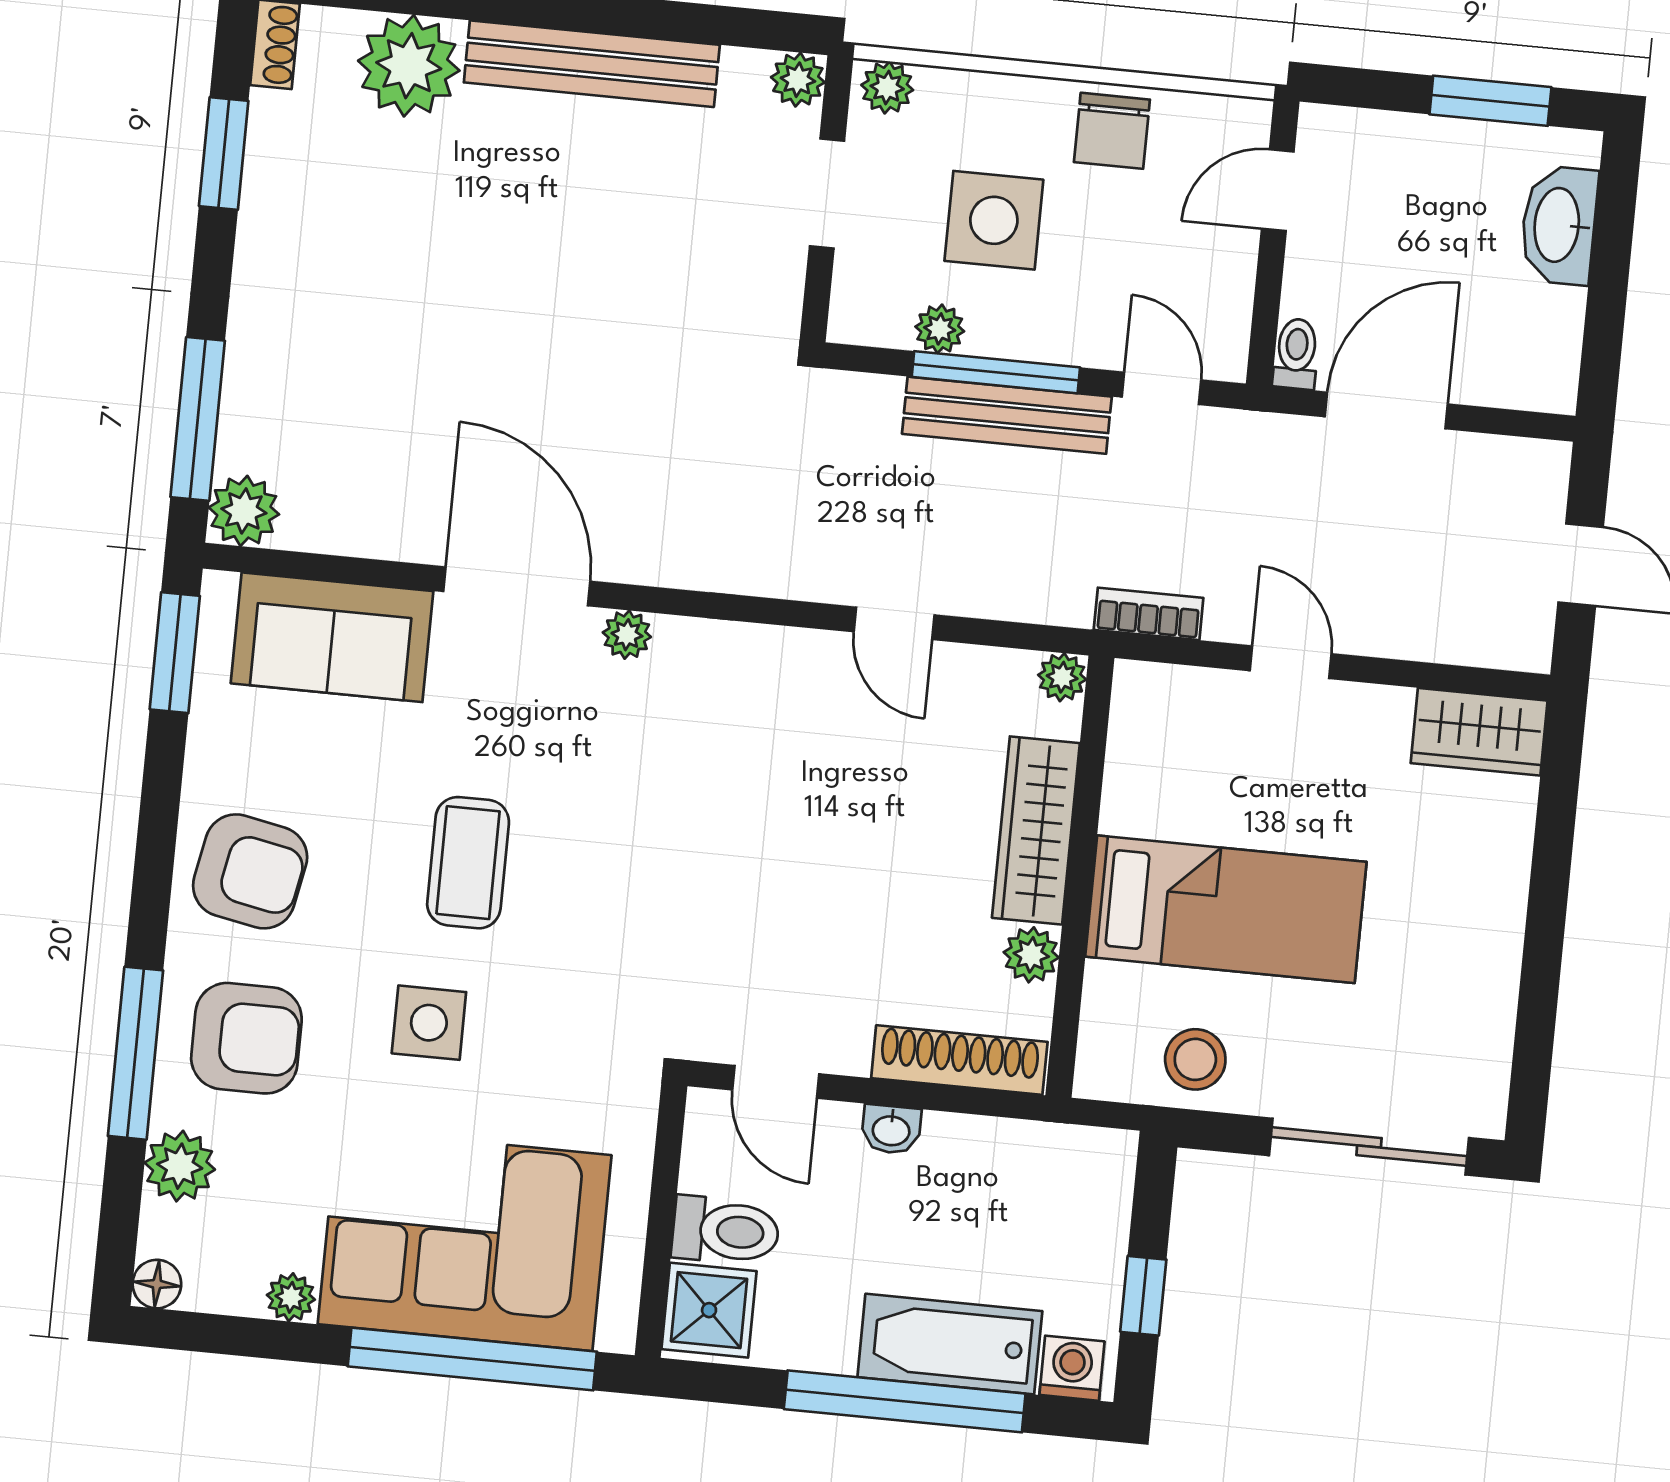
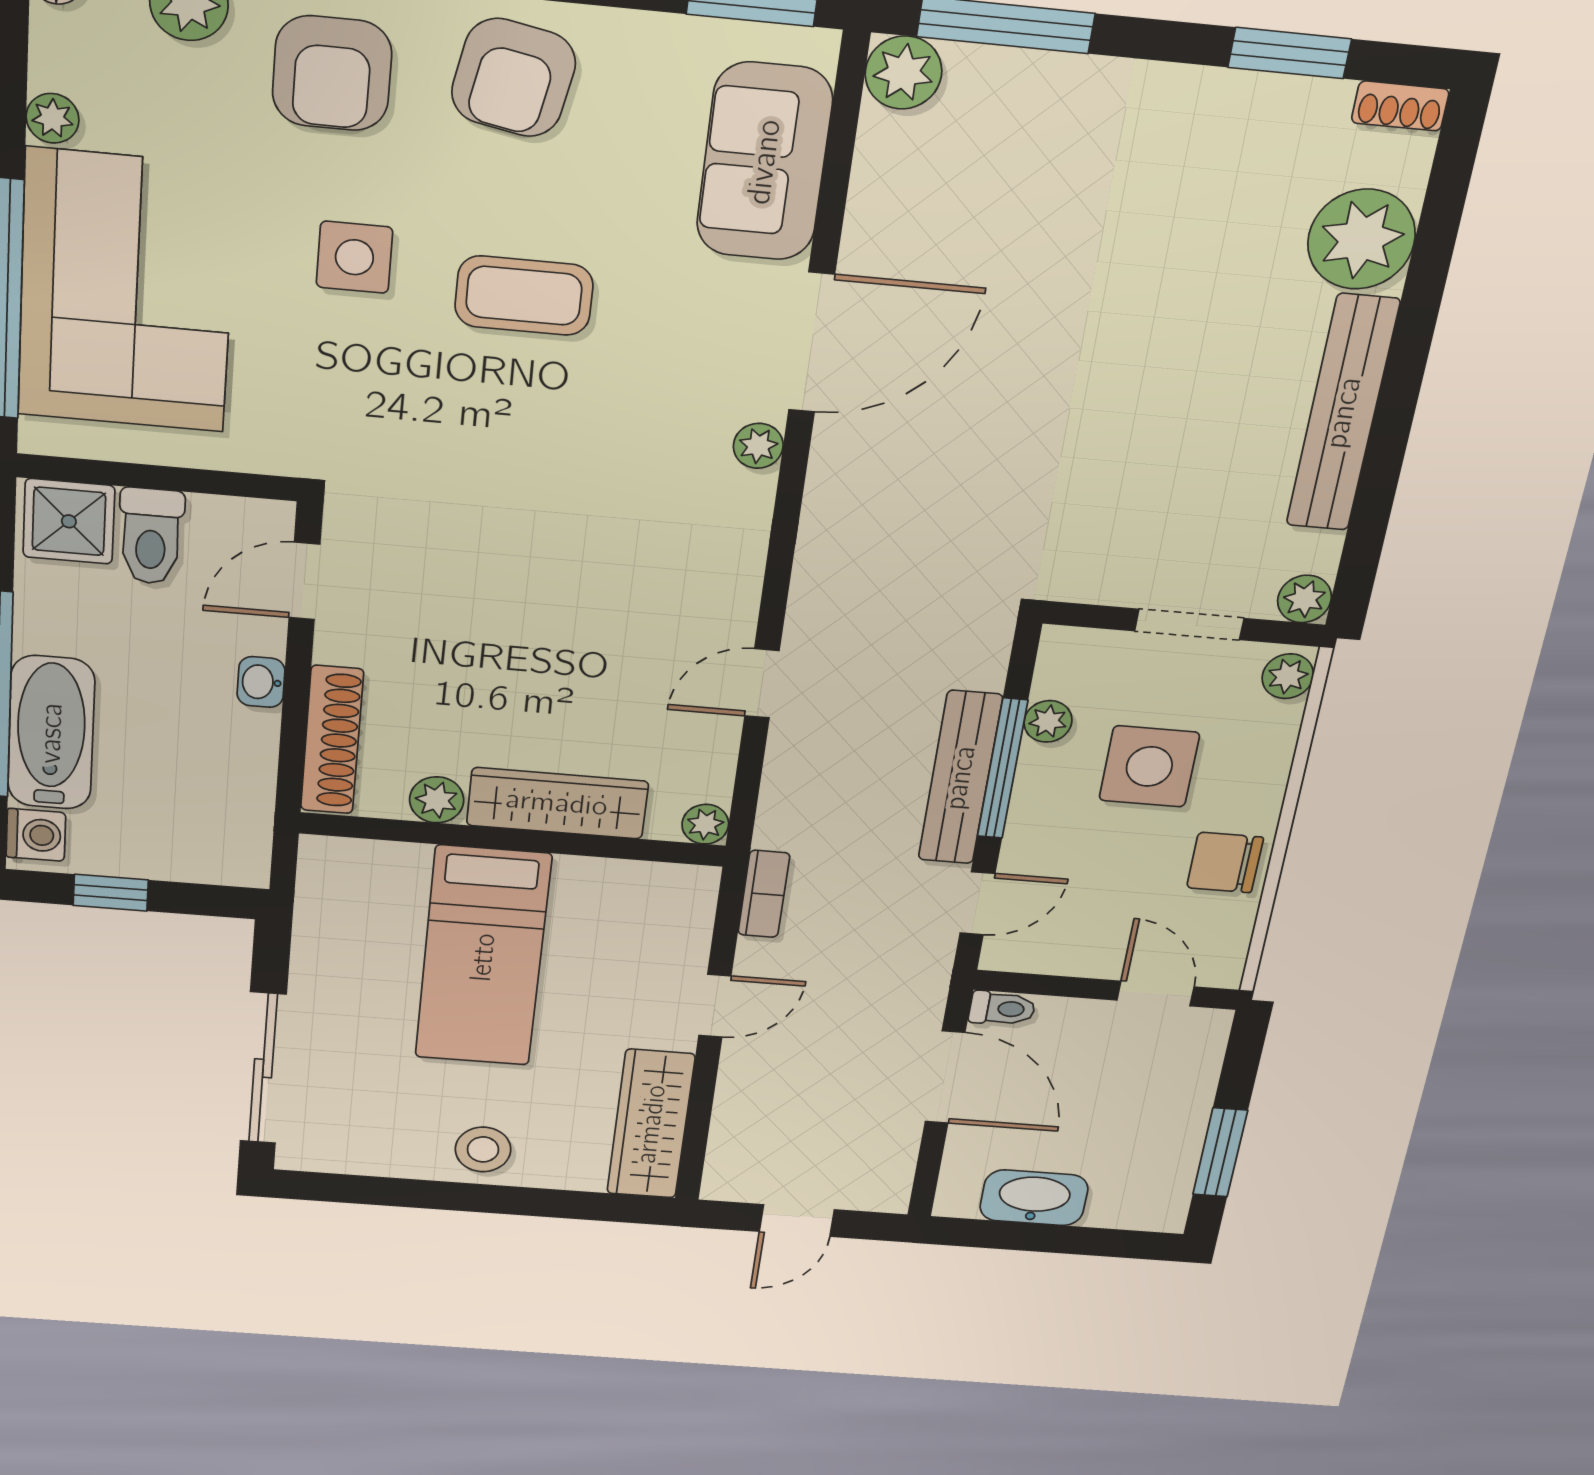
washbasin: (1559, 225) -> (1034, 1198), moved
wardrobe: (1479, 732) -> (651, 1124), width x1.50
stool: (1195, 1059) -> (483, 1149), moved

